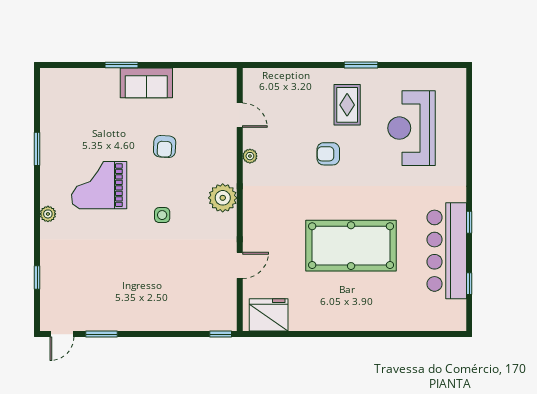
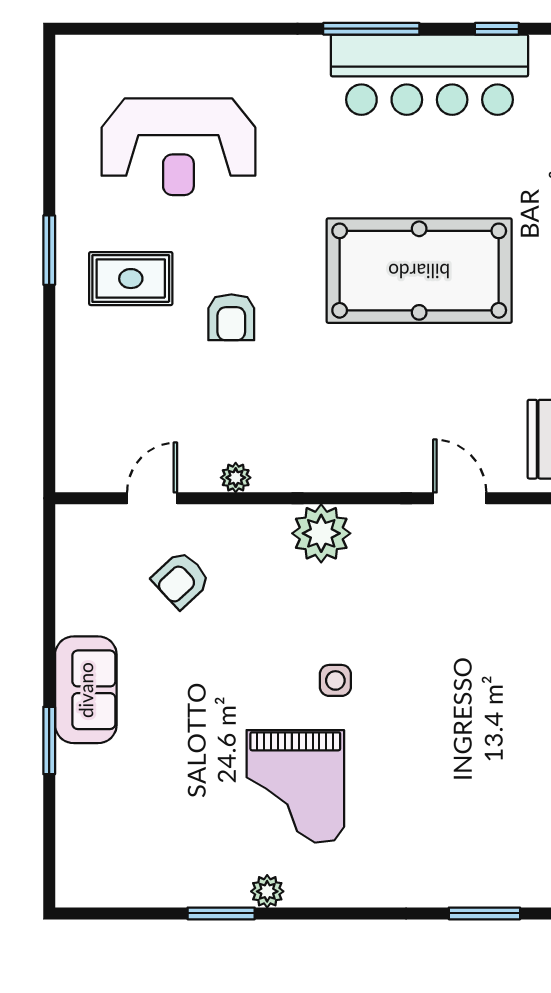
armchair: (165, 147) -> (181, 580), moved, turned 134
plant: (48, 214) -> (267, 891), moved
side table: (162, 215) -> (335, 680), moved
window: (469, 222) -> (371, 29), width x2.17
pool table: (351, 246) -> (419, 271), turned 90
window: (37, 278) -> (484, 913), width x1.50

